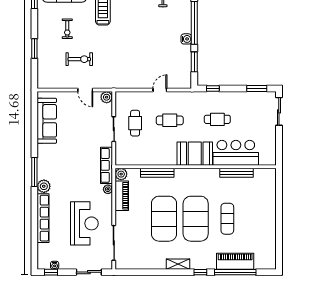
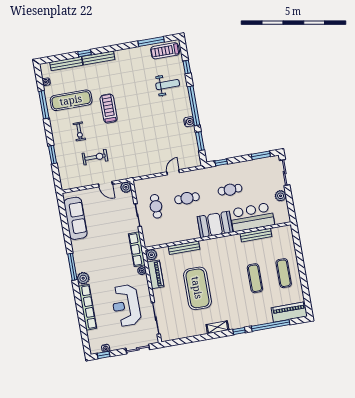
plant: (270, 135) -> (281, 196), added
exercise mat: (196, 219) -> (284, 273), moved, width x0.50, depth x0.69
reception desk: (84, 223) -> (126, 305), turned 180
piano: (235, 261) -> (289, 312), moved

